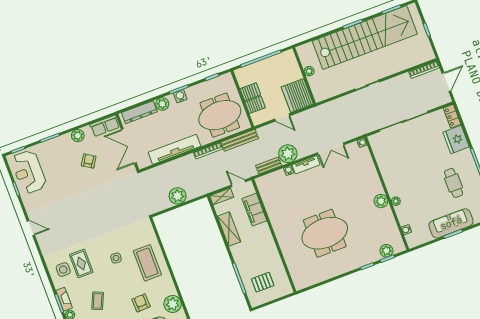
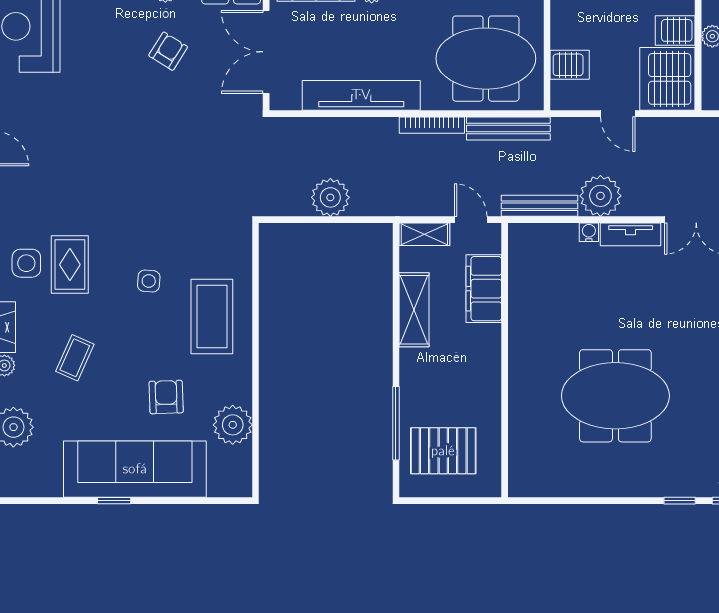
server rack: (250, 92) -> (675, 30), moved, turned 180
bench: (269, 166) -> (540, 206), width x1.36
pallet: (263, 282) -> (443, 451), width x1.50, depth x1.42

